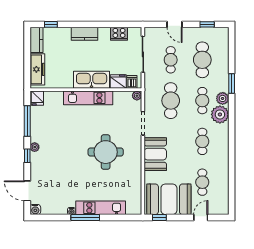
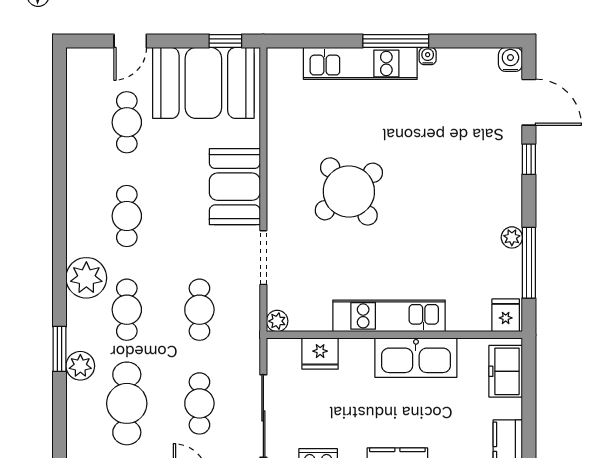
freezer: (37, 69) -> (506, 371), width x0.71
kitchen sink: (92, 80) -> (416, 358), moved
dishwasher: (132, 82) -> (288, 353), removed
plant: (223, 98) -> (80, 366), moved
cafe table: (171, 101) -> (199, 310), width x0.73, depth x0.74
plant: (35, 147) -> (512, 237), moved
round table: (106, 152) -> (349, 191), turned -38
window: (27, 156) -> (529, 159), moved

